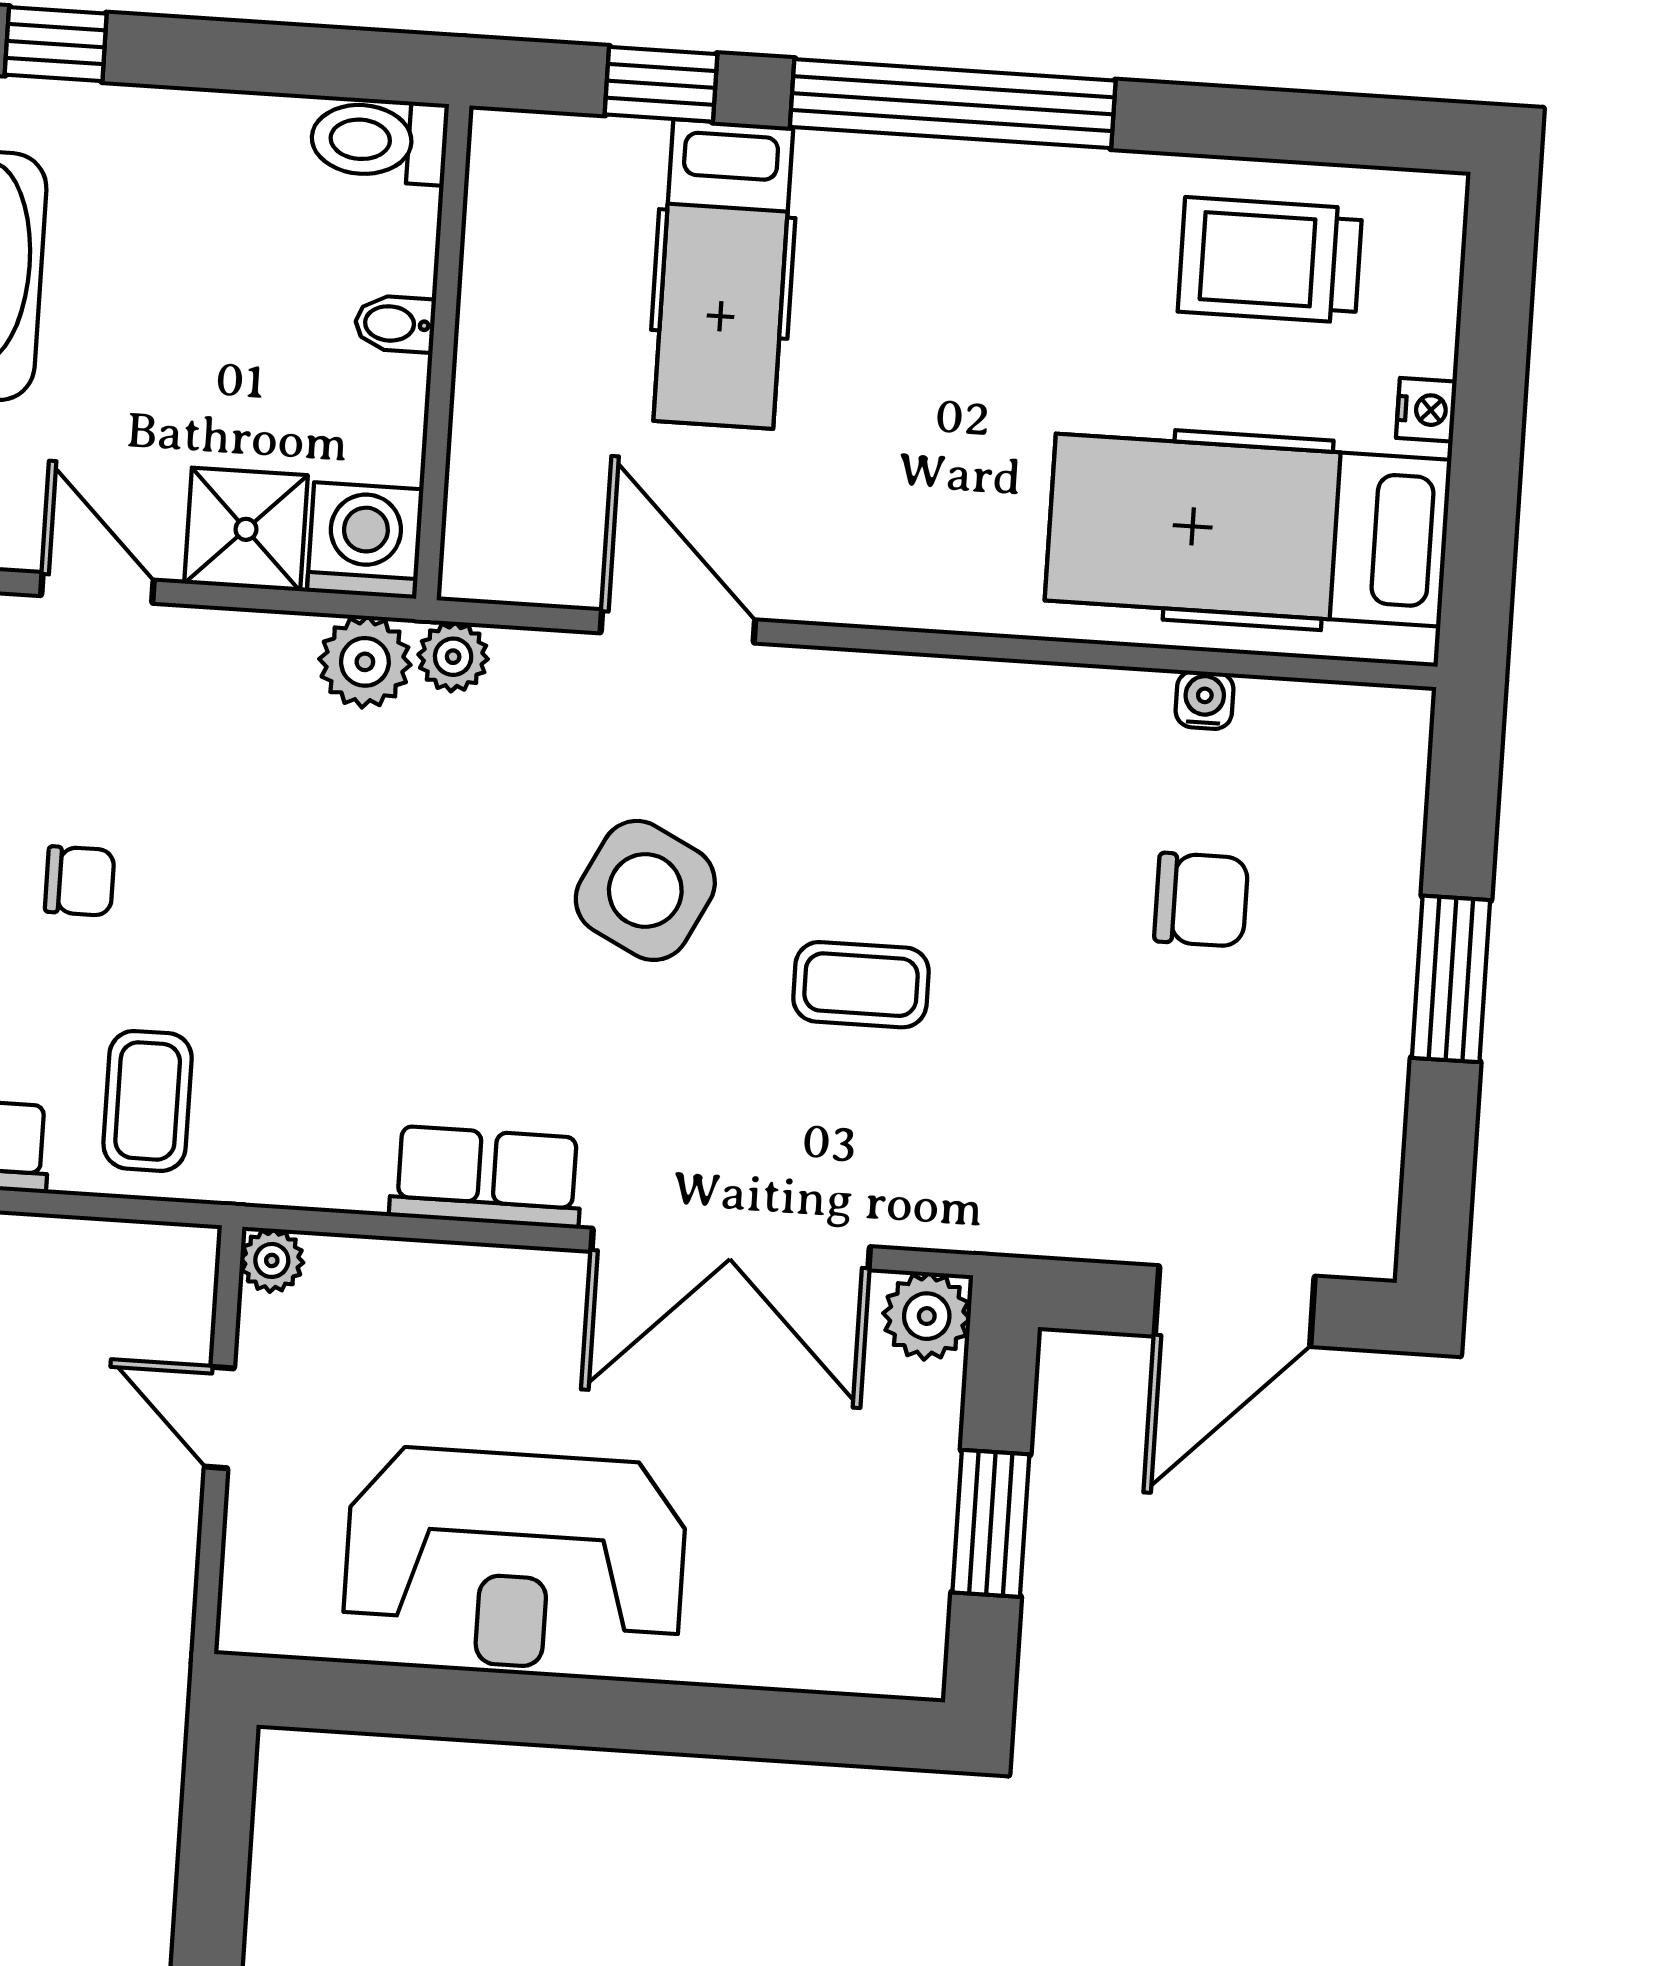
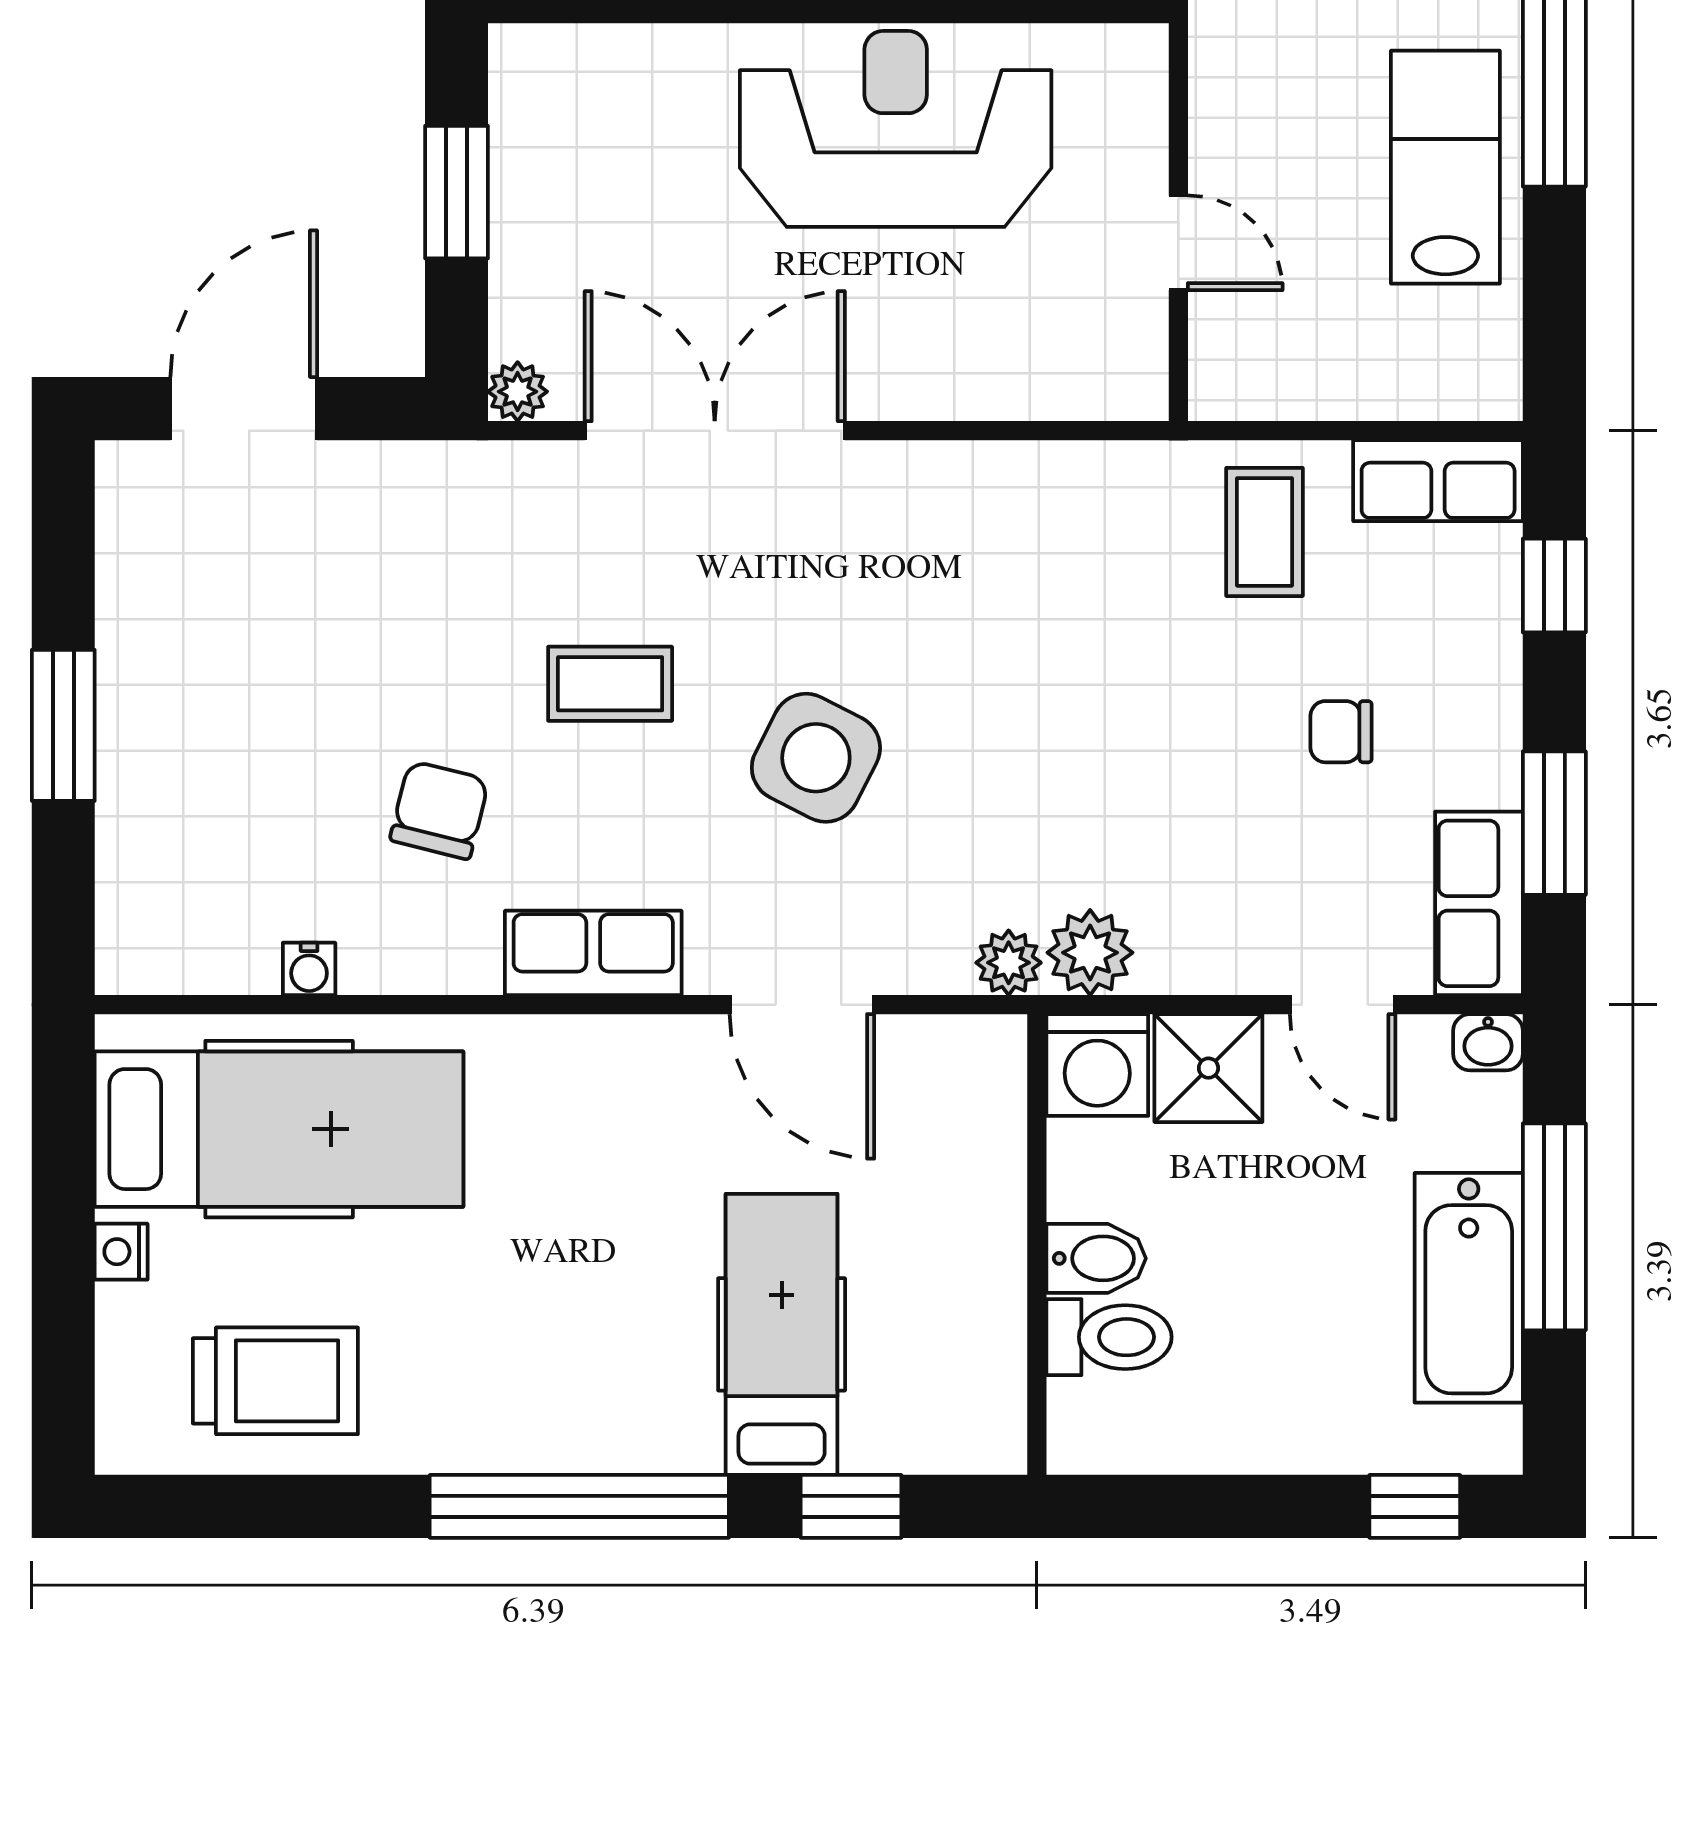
toilet: (379, 141) -> (1109, 1337), moved
bidet: (395, 324) -> (1096, 1258), width x1.38, depth x1.36
chair: (1201, 900) -> (439, 810), moved, turned 104
row of seats: (486, 1177) -> (593, 953), moved, turned 180
plant: (272, 1260) -> (1139, 392), removed
plant: (927, 1316) -> (518, 392), width x0.73, depth x0.73

